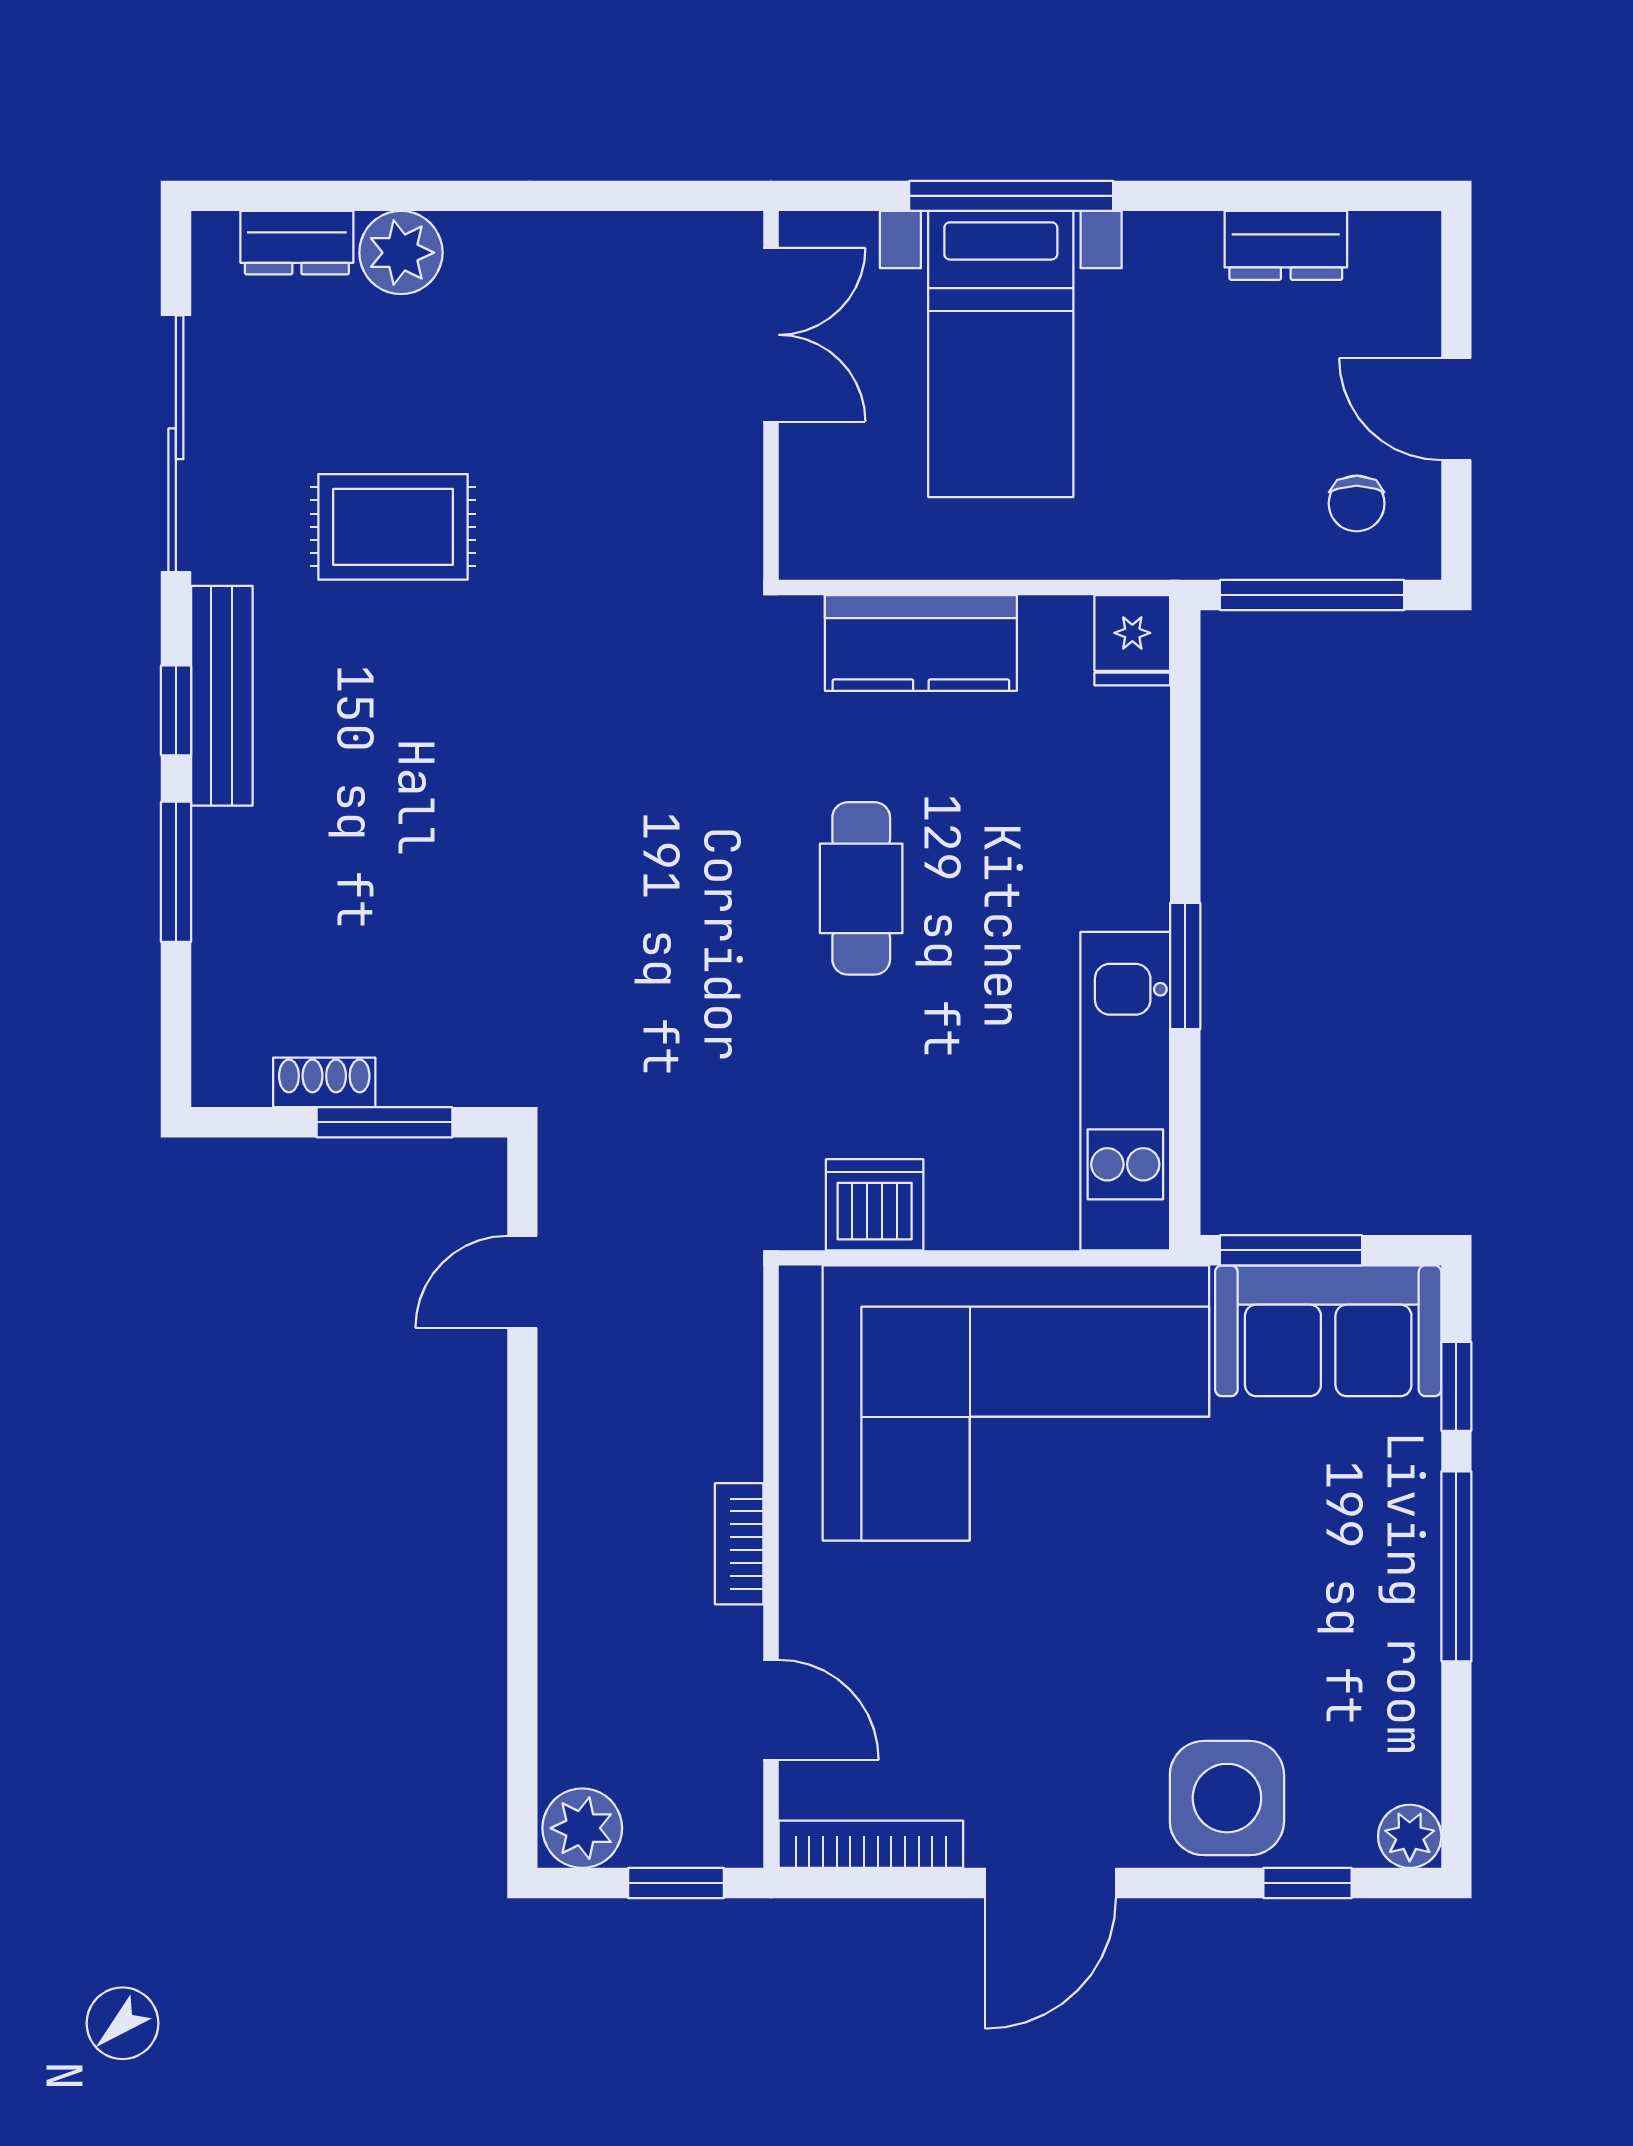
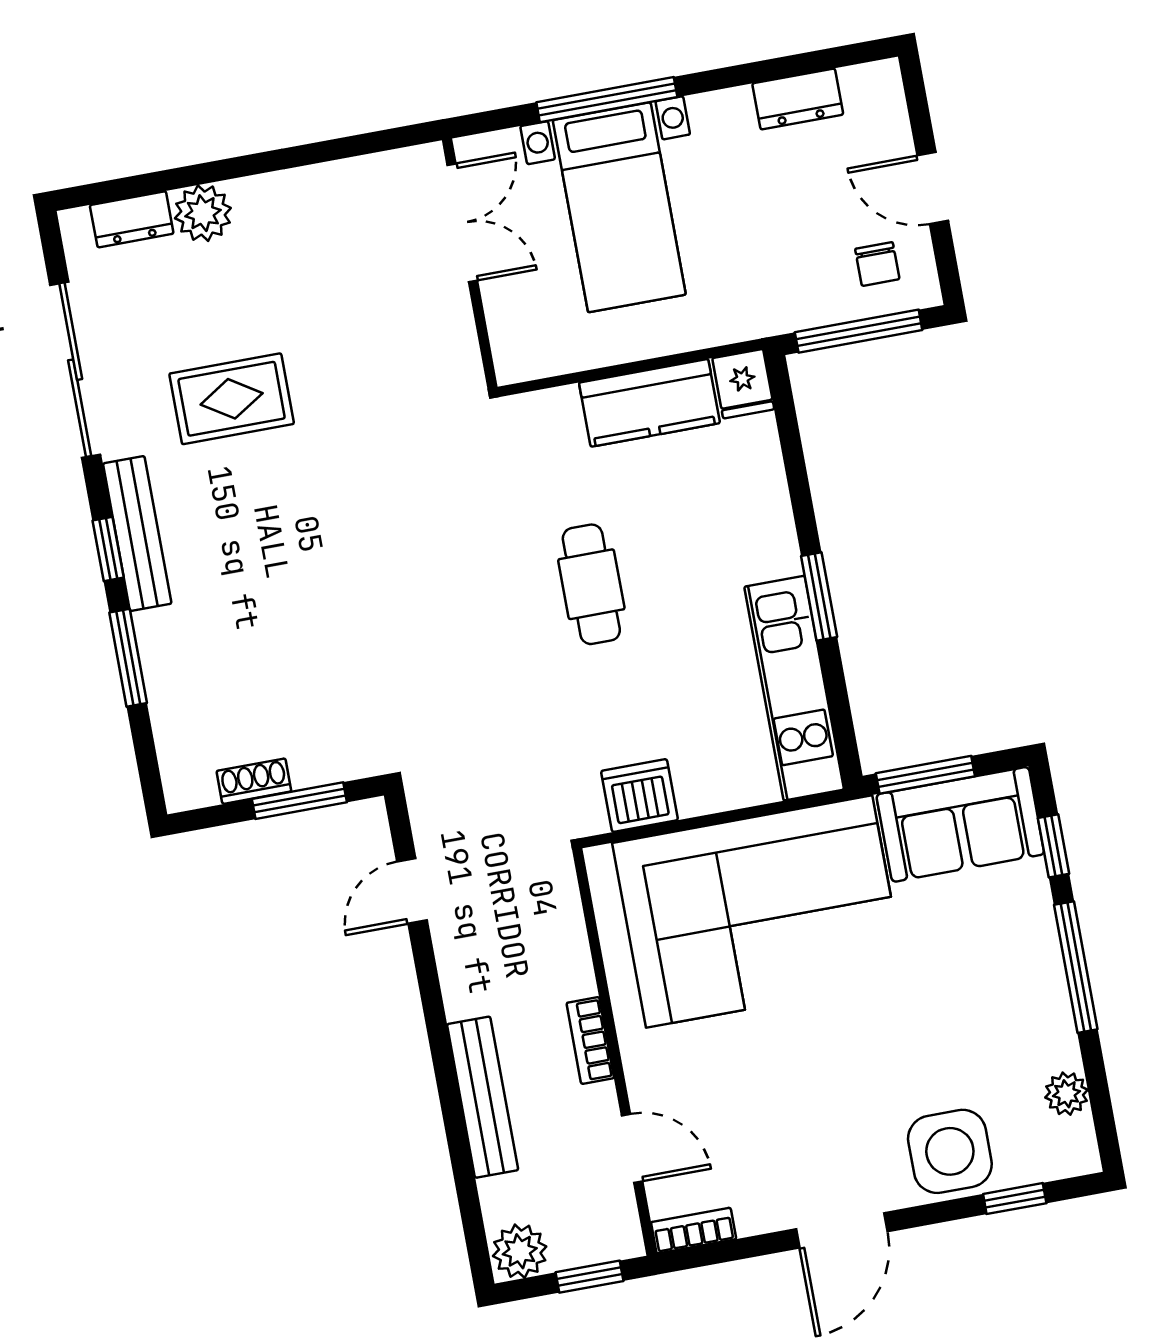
kitchen counter: (921, 643) -> (649, 403), moved
bench: (570, 1597) -> (483, 1097), added
plant: (1410, 1836) -> (1066, 1094), moved
bookcase: (871, 1844) -> (694, 1231), width x0.64

